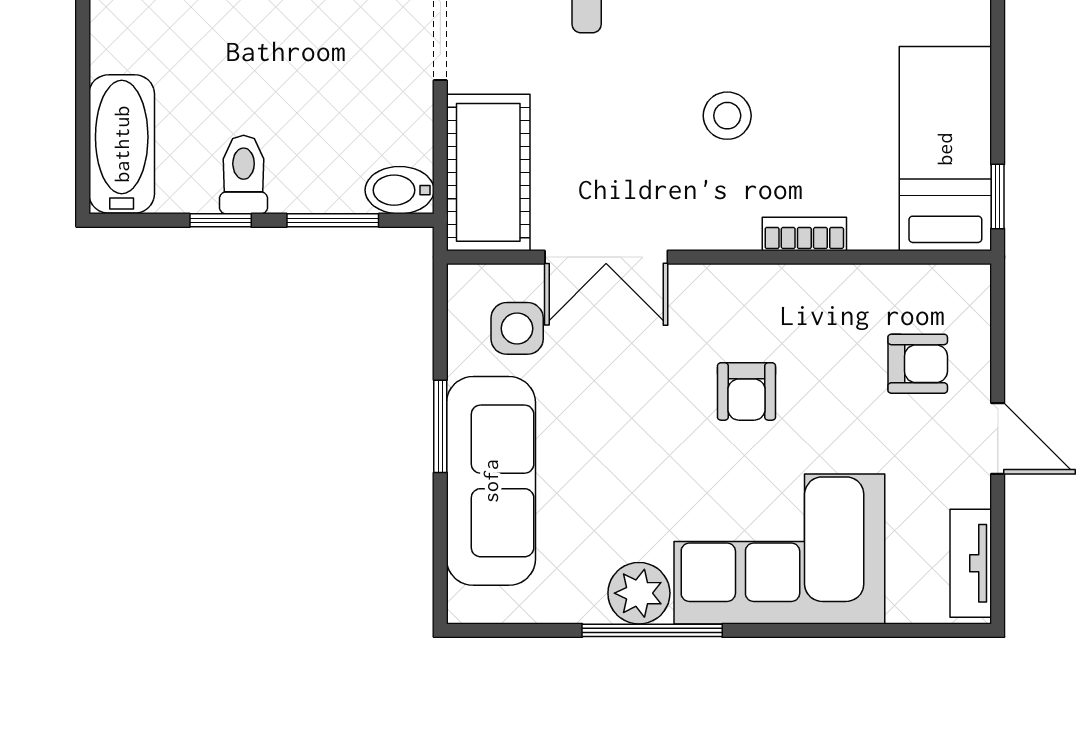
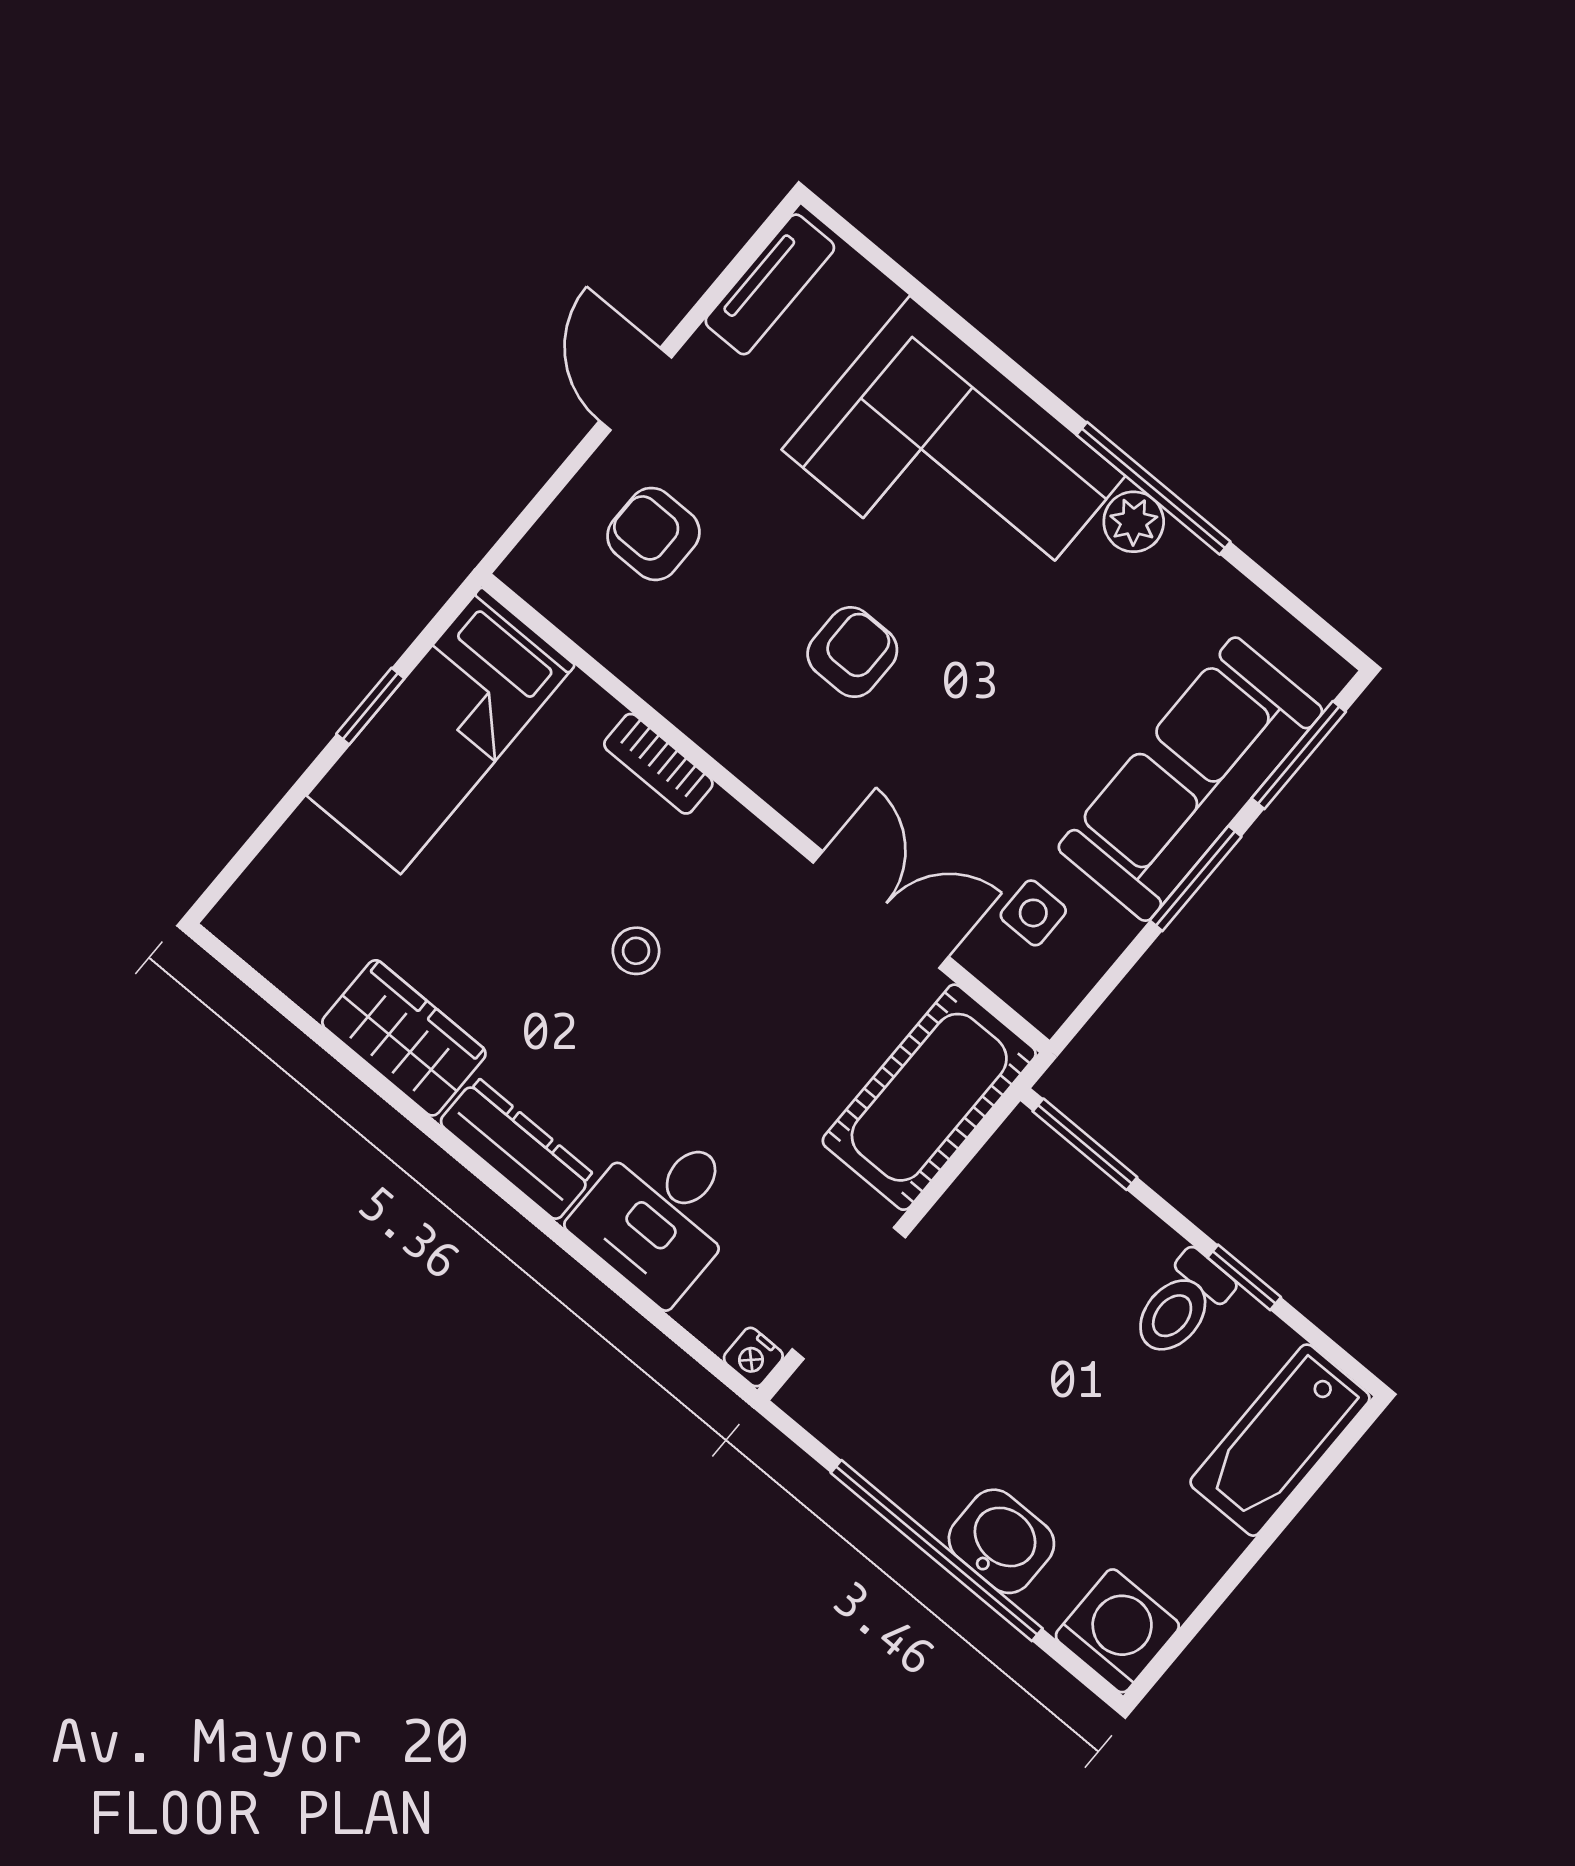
stool: (727, 116) -> (636, 951), width x0.73, depth x0.73
bidet: (400, 190) -> (1035, 1155), removed
window: (998, 197) -> (370, 706), moved
window: (333, 220) -> (1085, 1144), moved
side table: (517, 328) -> (1033, 913), width x0.73, depth x0.73
window: (440, 547) -> (1299, 755), added
plant: (639, 593) -> (1134, 522), width x0.73, depth x0.73

